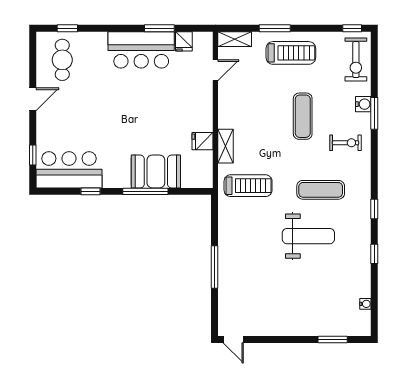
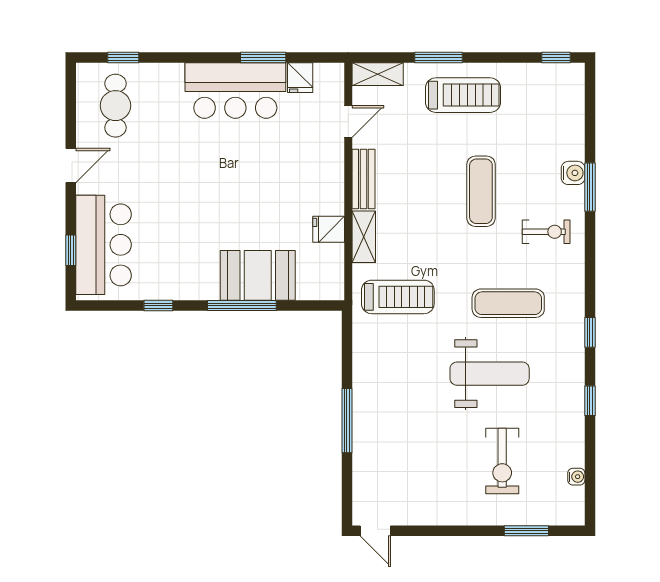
exercise bike: (356, 59) -> (502, 461), moved
bench: (225, 108) -> (363, 179), added
bar counter: (69, 170) -> (104, 245), moved, turned 90

